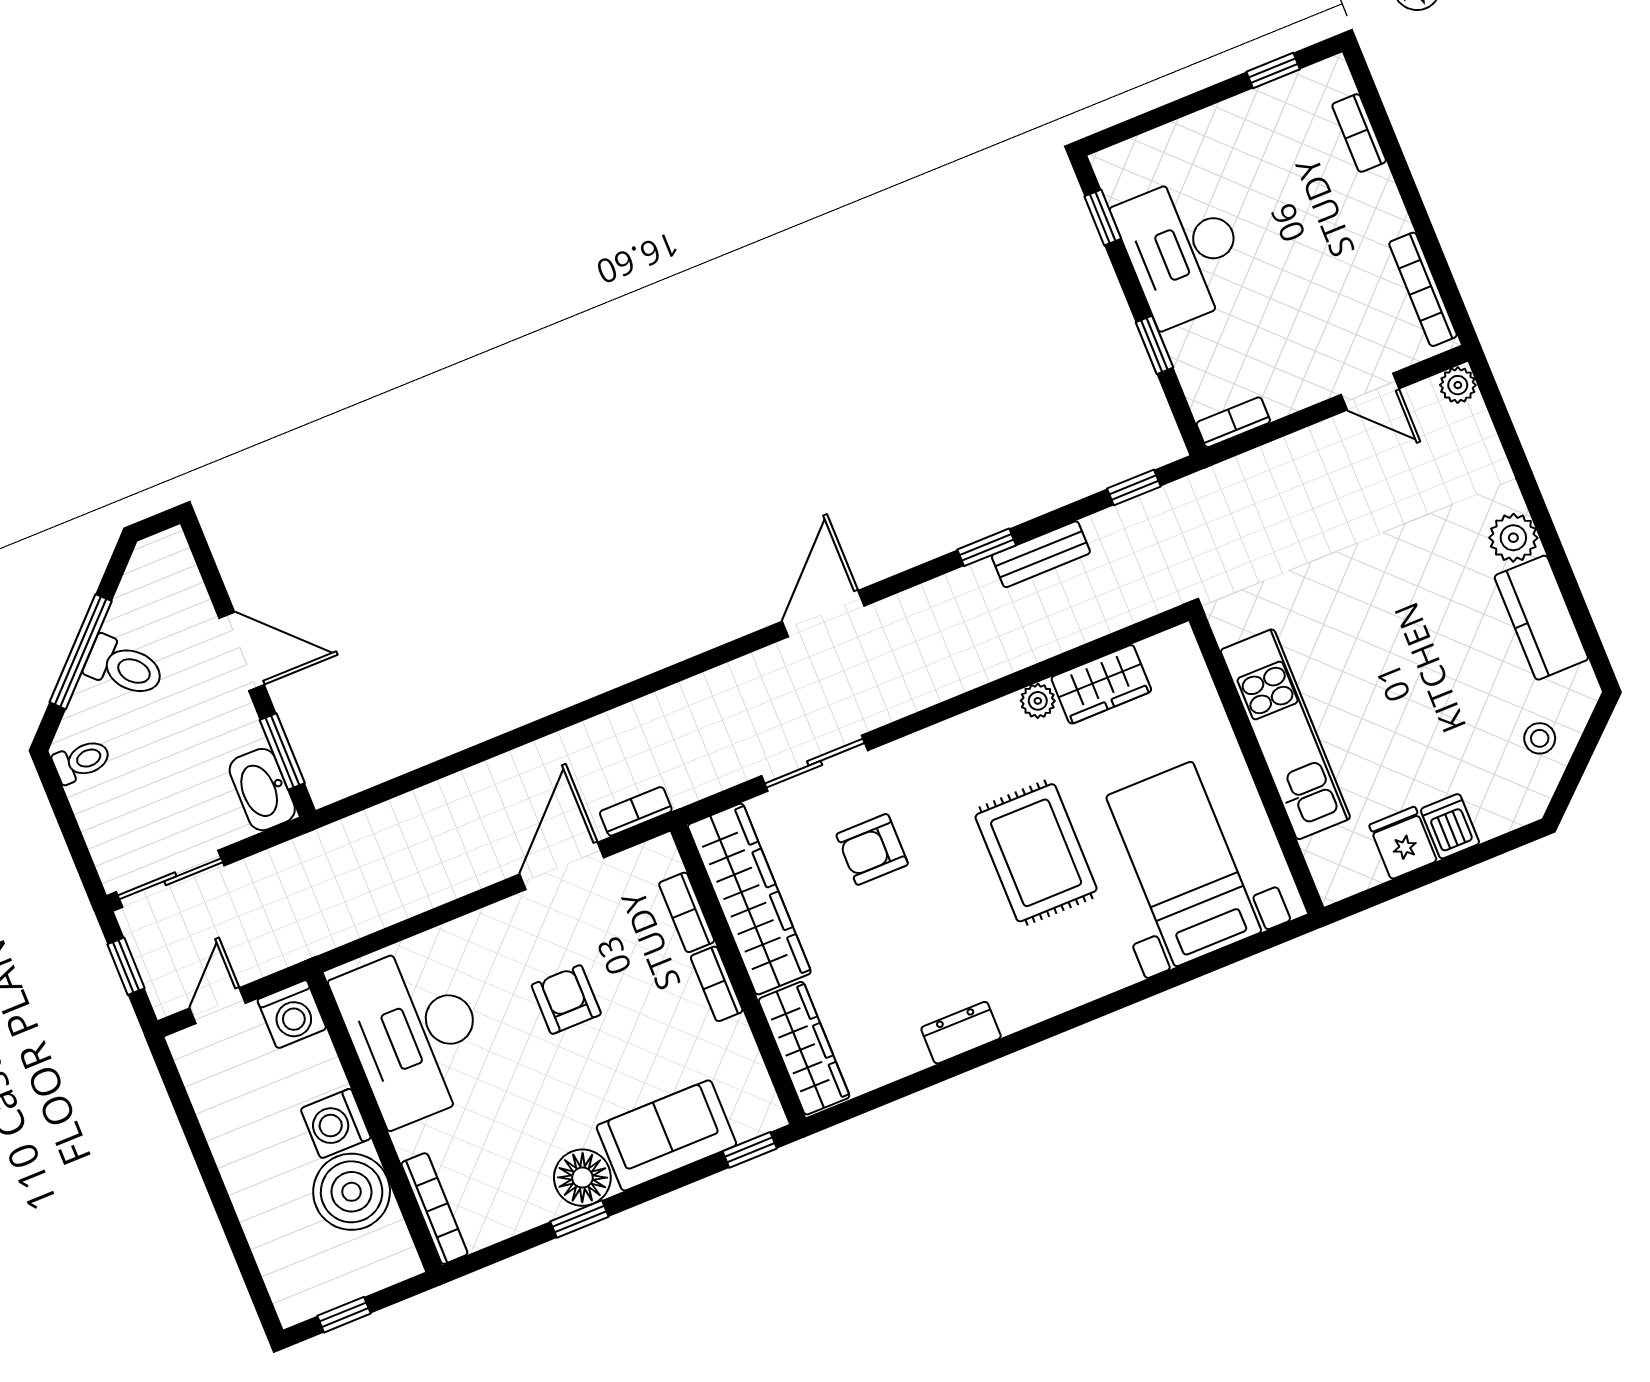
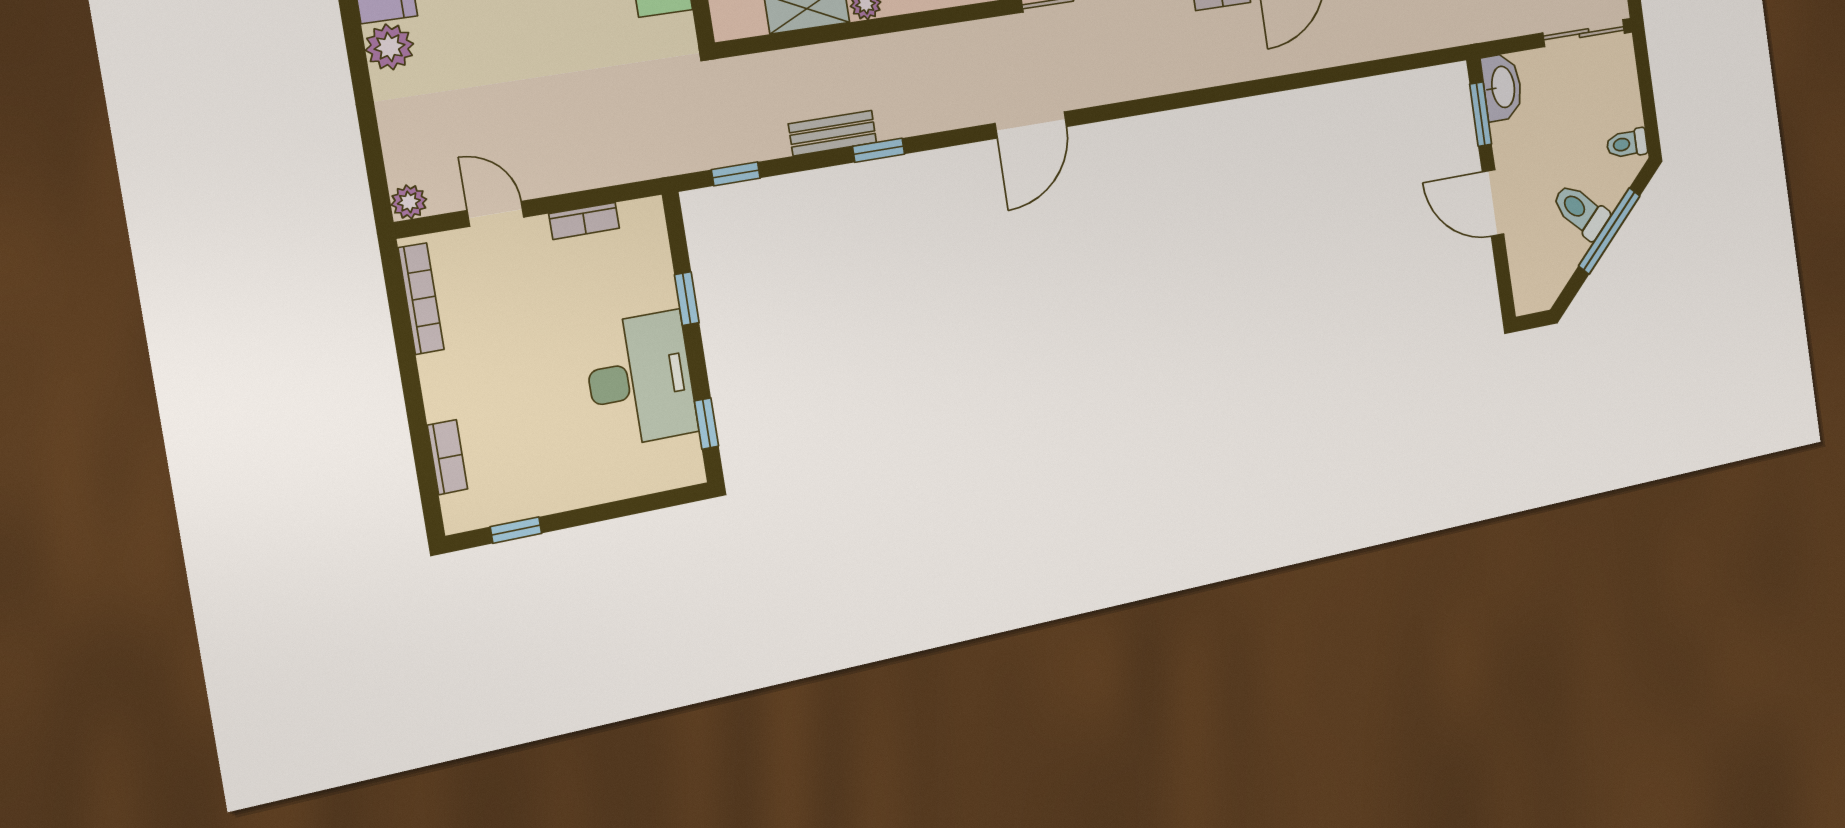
bookcase: (1233, 422) -> (584, 221), moved

